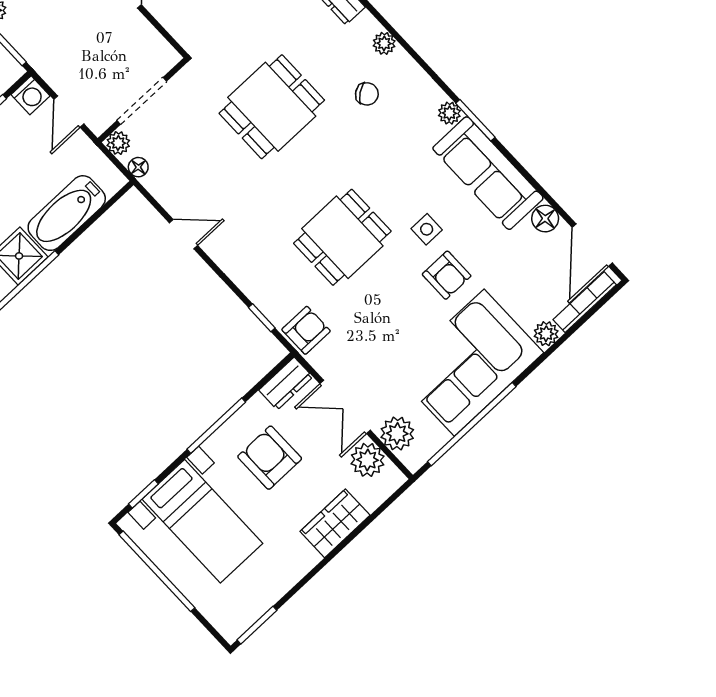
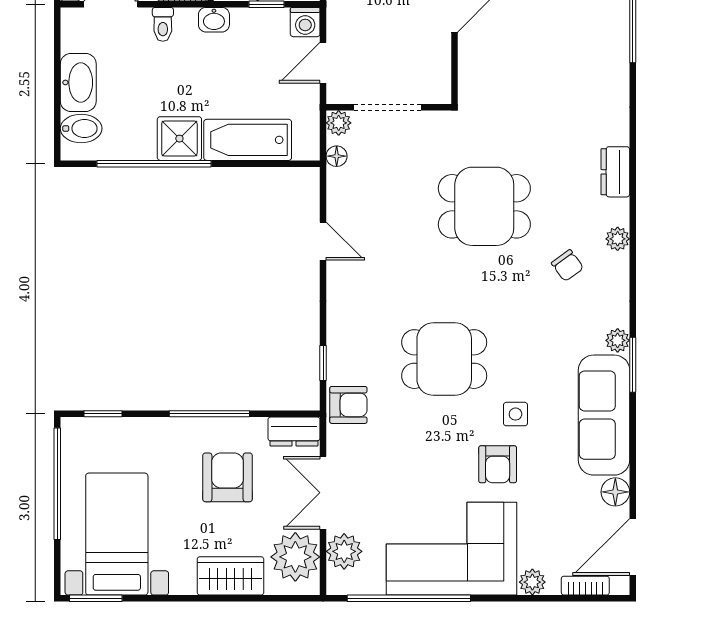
bookcase: (585, 302) -> (585, 586), width x0.64
plant: (368, 460) -> (295, 557), width x1.36, depth x1.36
bed with nightstands: (202, 521) -> (117, 534), moved, turned 180

